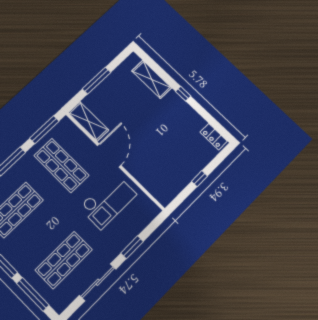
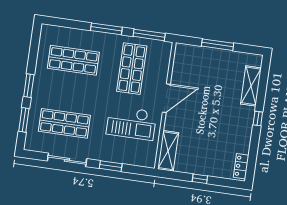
shelving: (88, 121) -> (168, 151), moved
window: (33, 294) -> (24, 120), width x0.69

